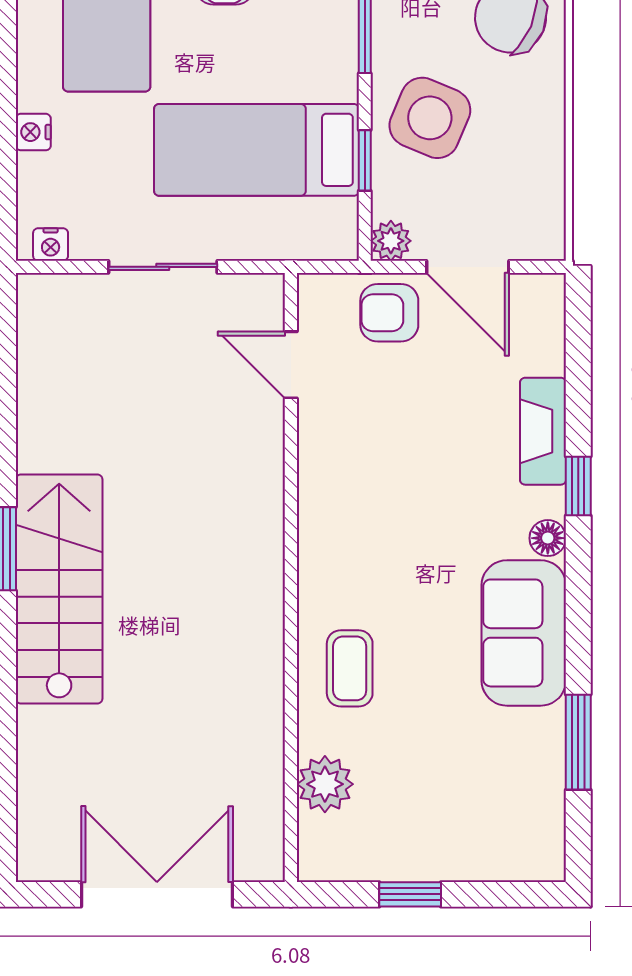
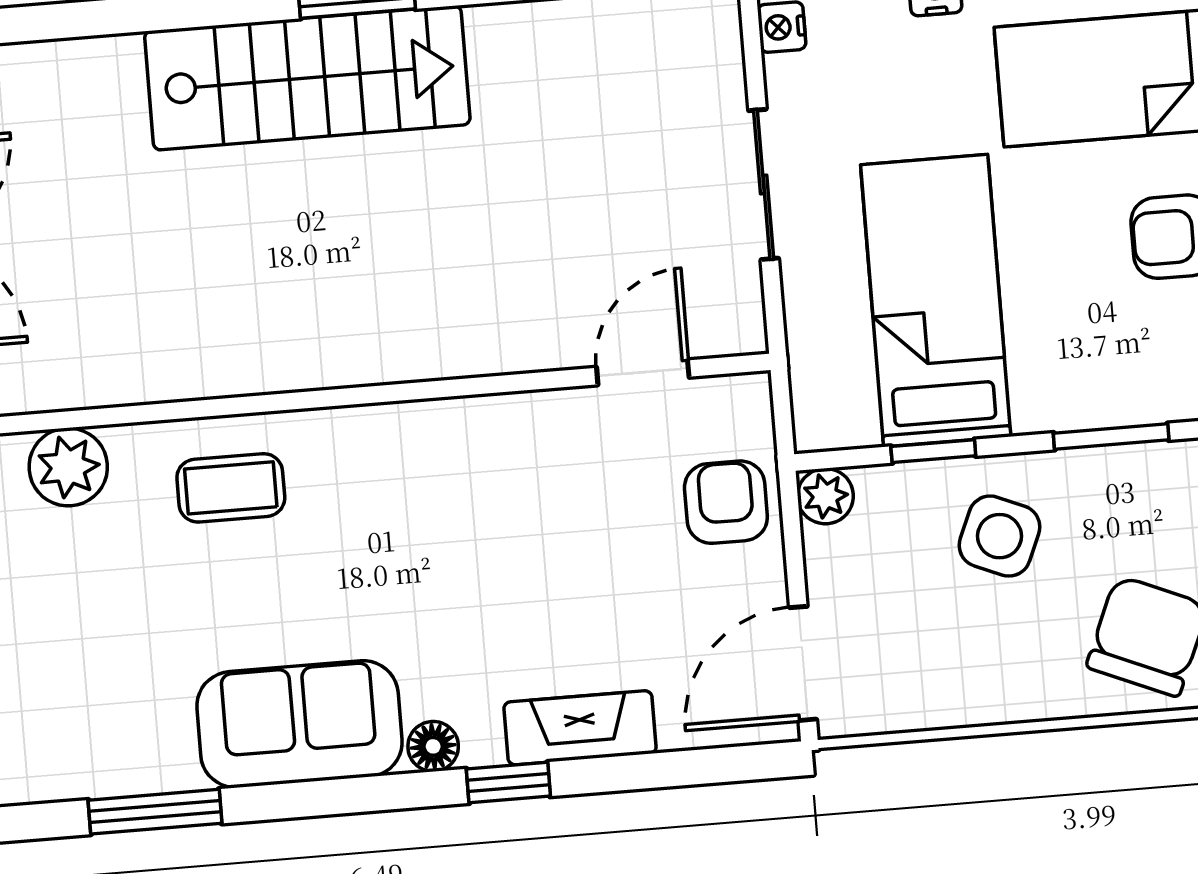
side table: (430, 118) -> (999, 536), width x0.73, depth x0.73
door: (468, 267) -> (803, 663), moved

